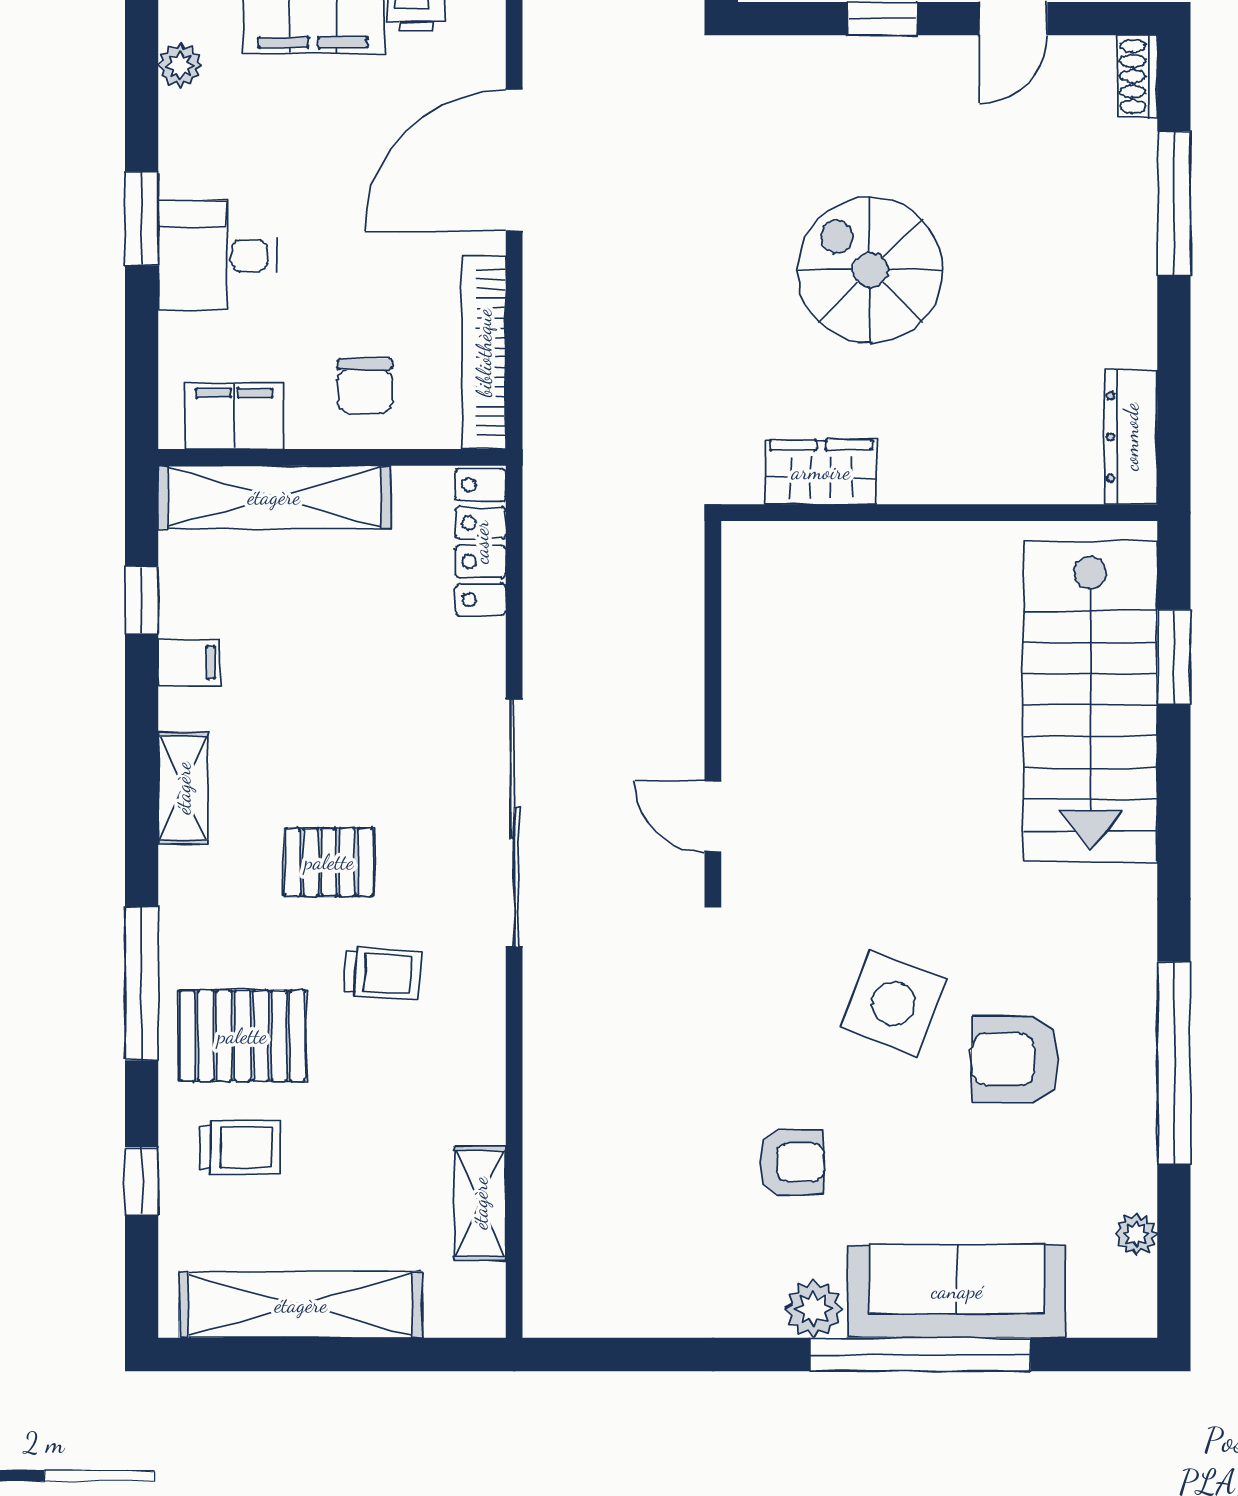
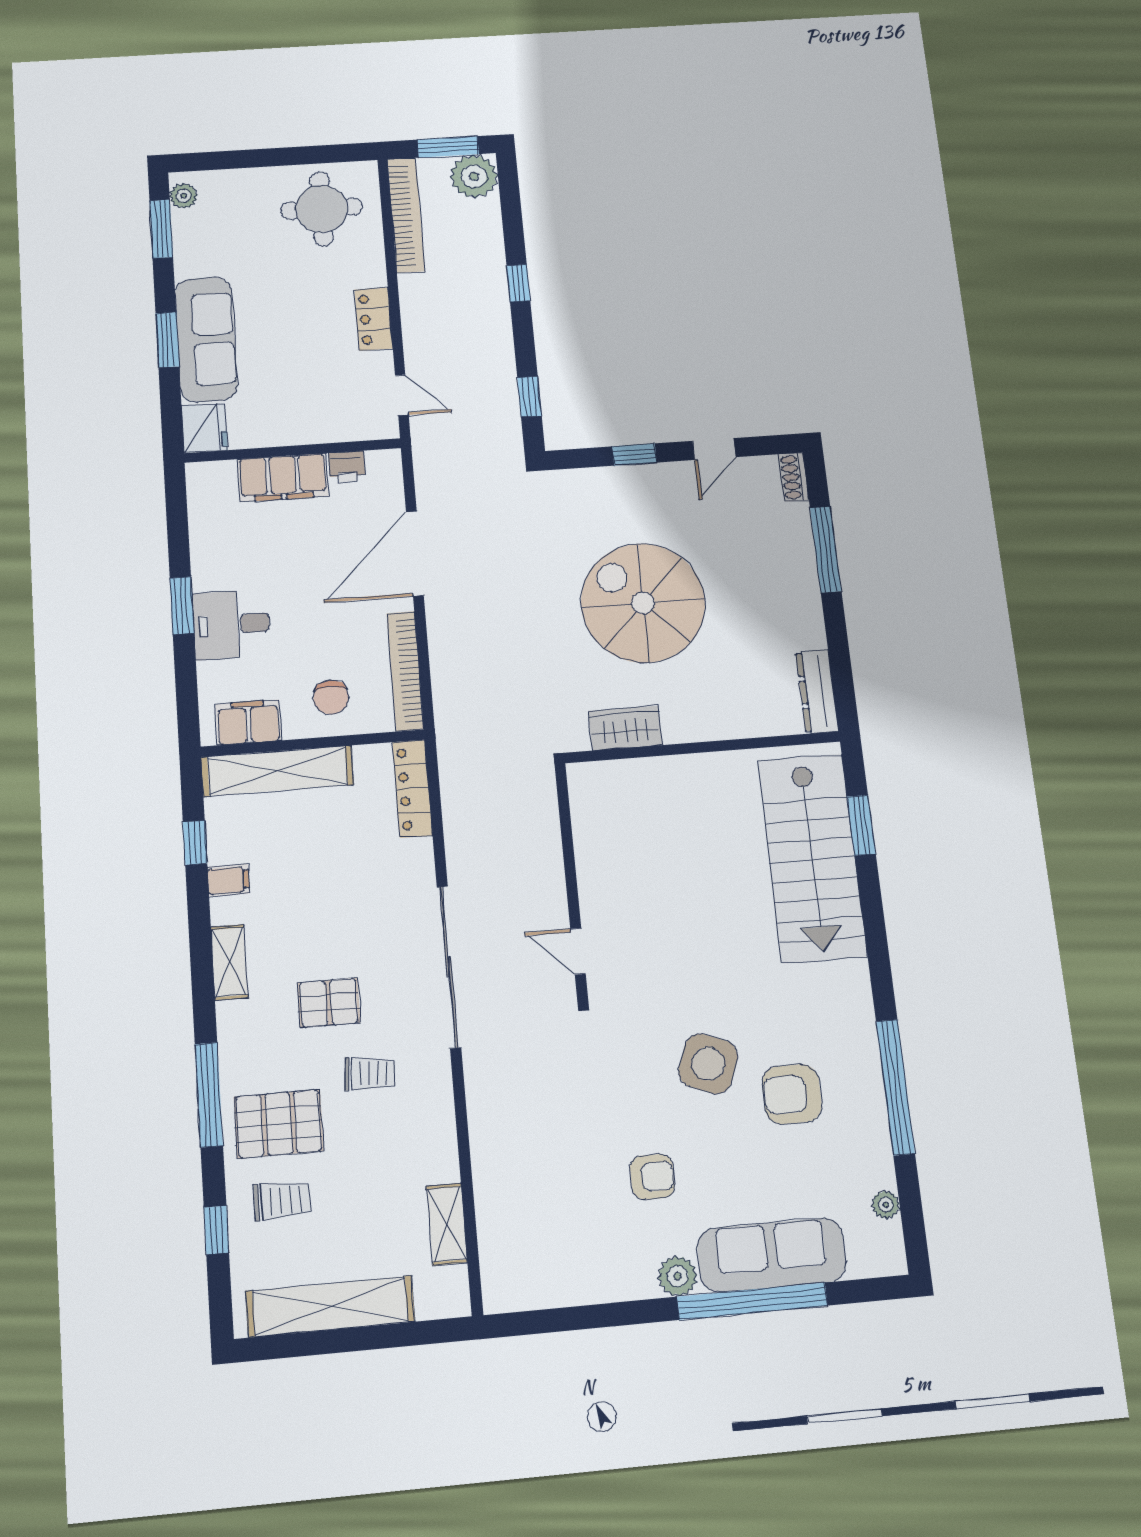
plant: (180, 66) -> (201, 512), removed
spiral stairs: (870, 270) -> (643, 603), width x1.37, depth x1.37

